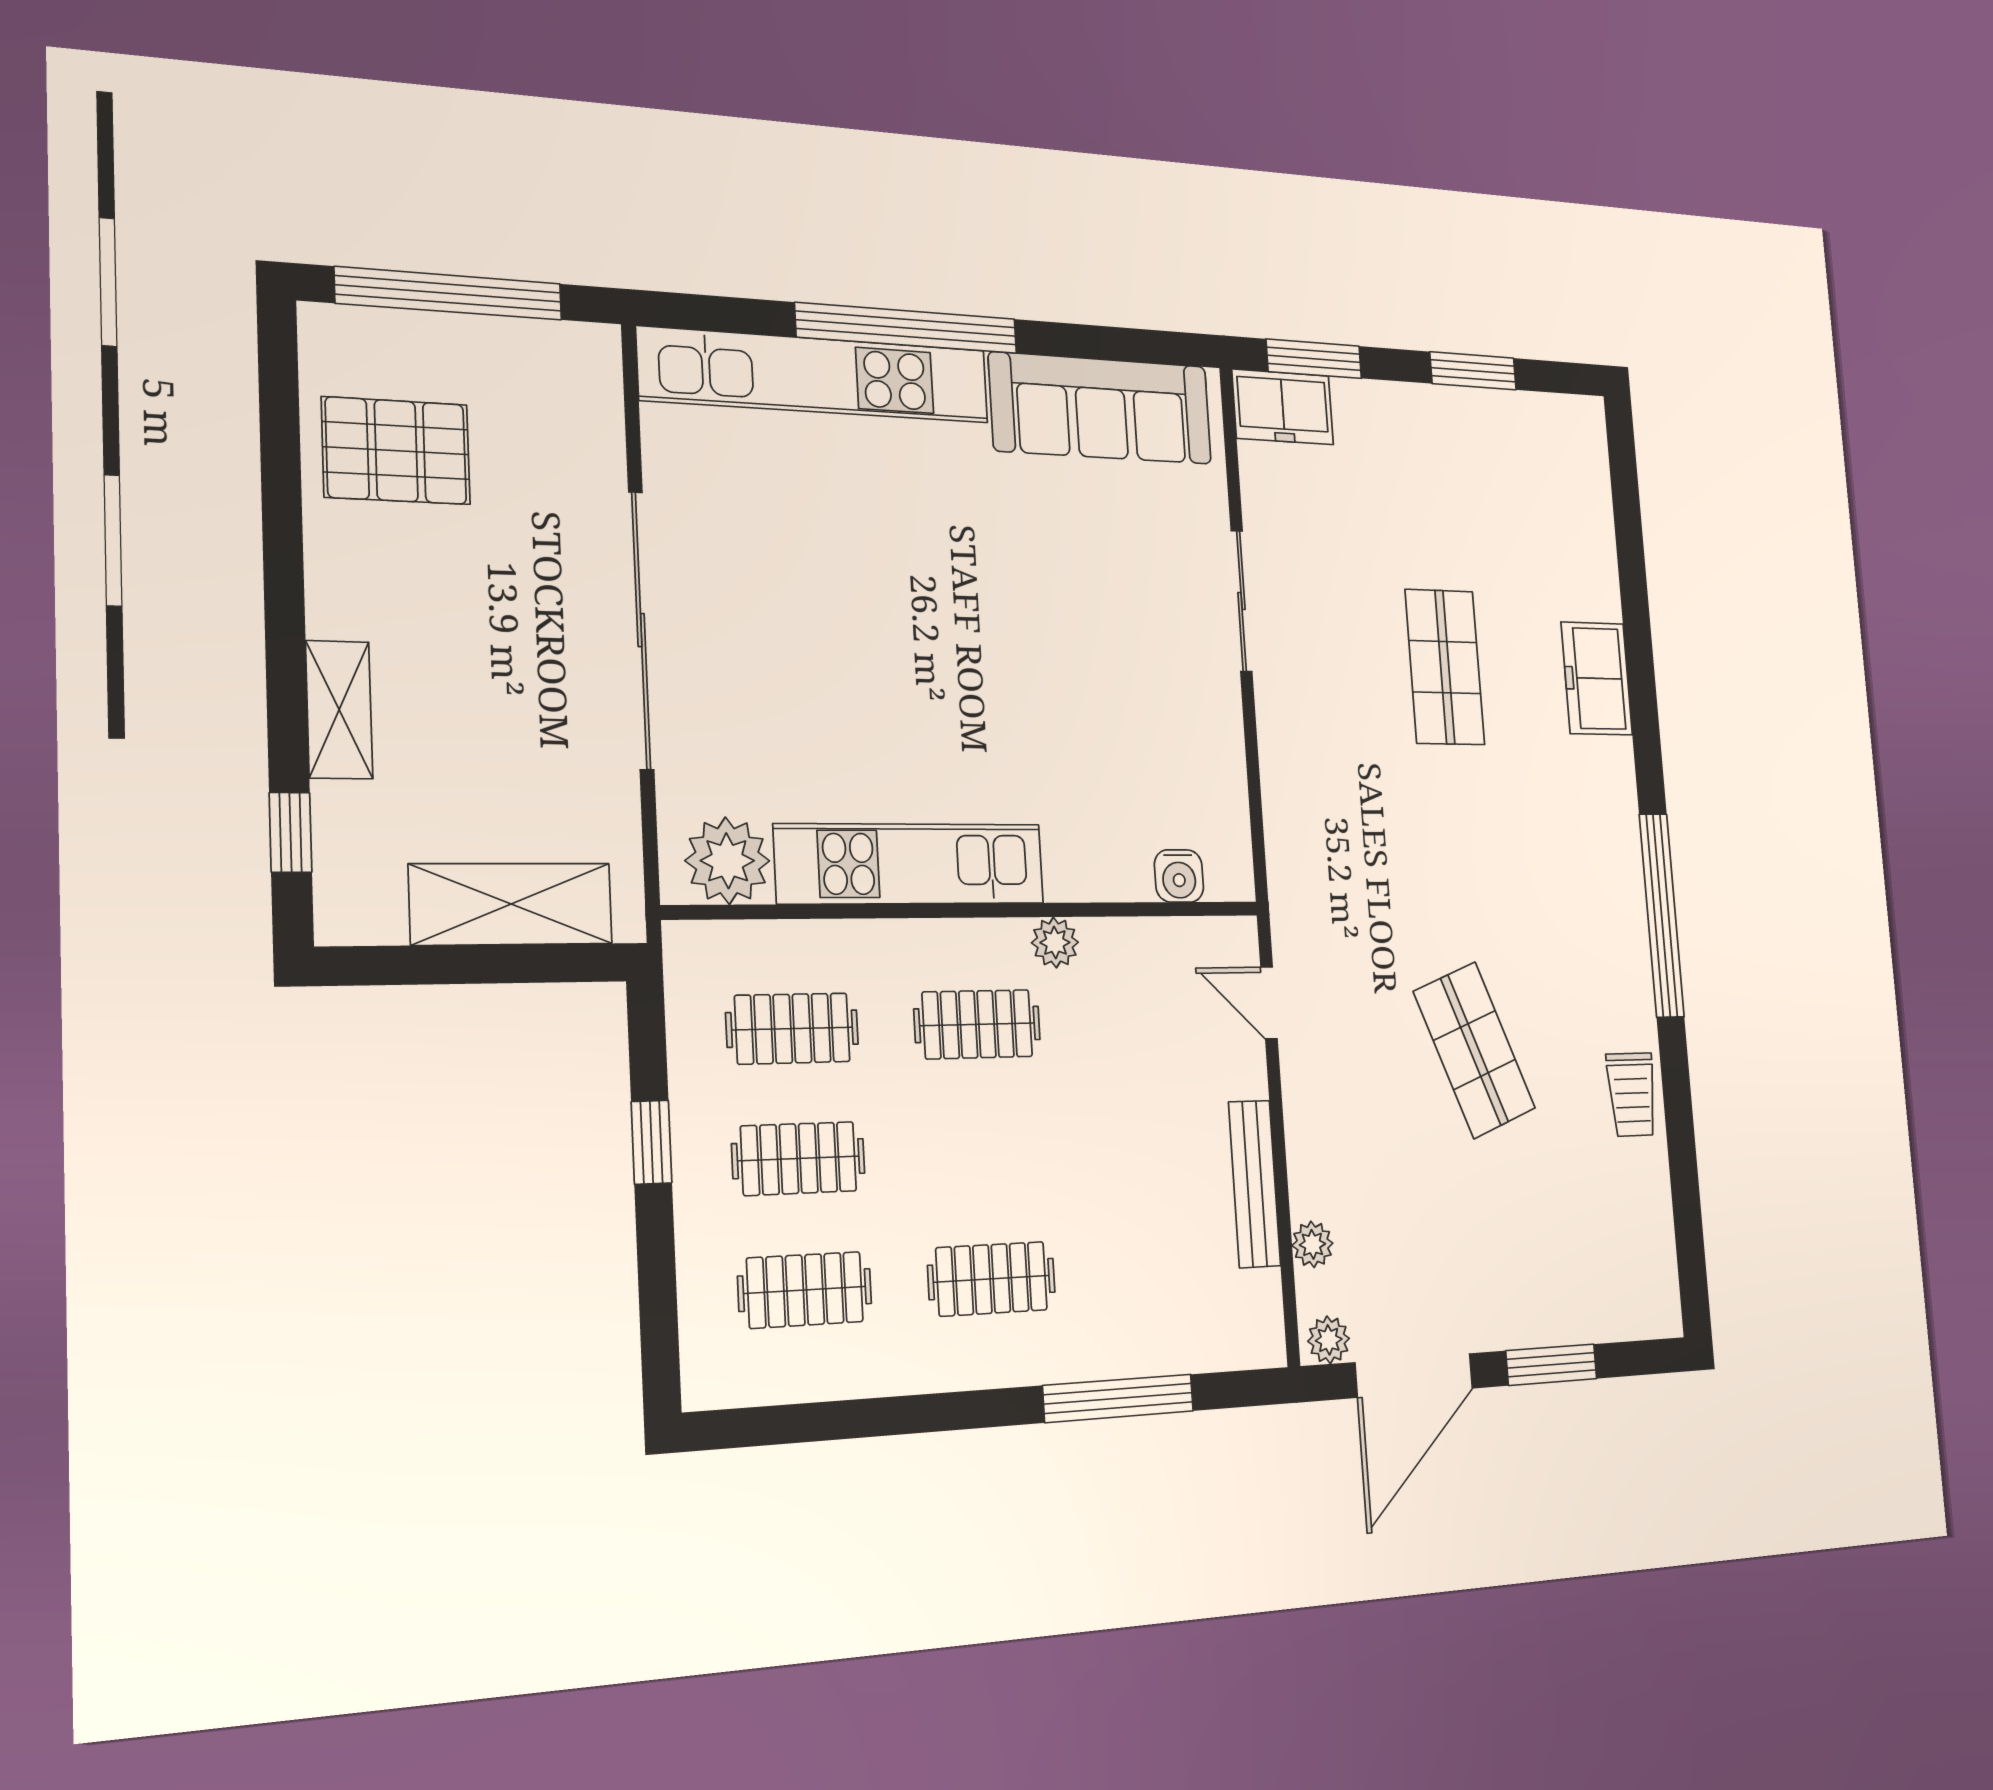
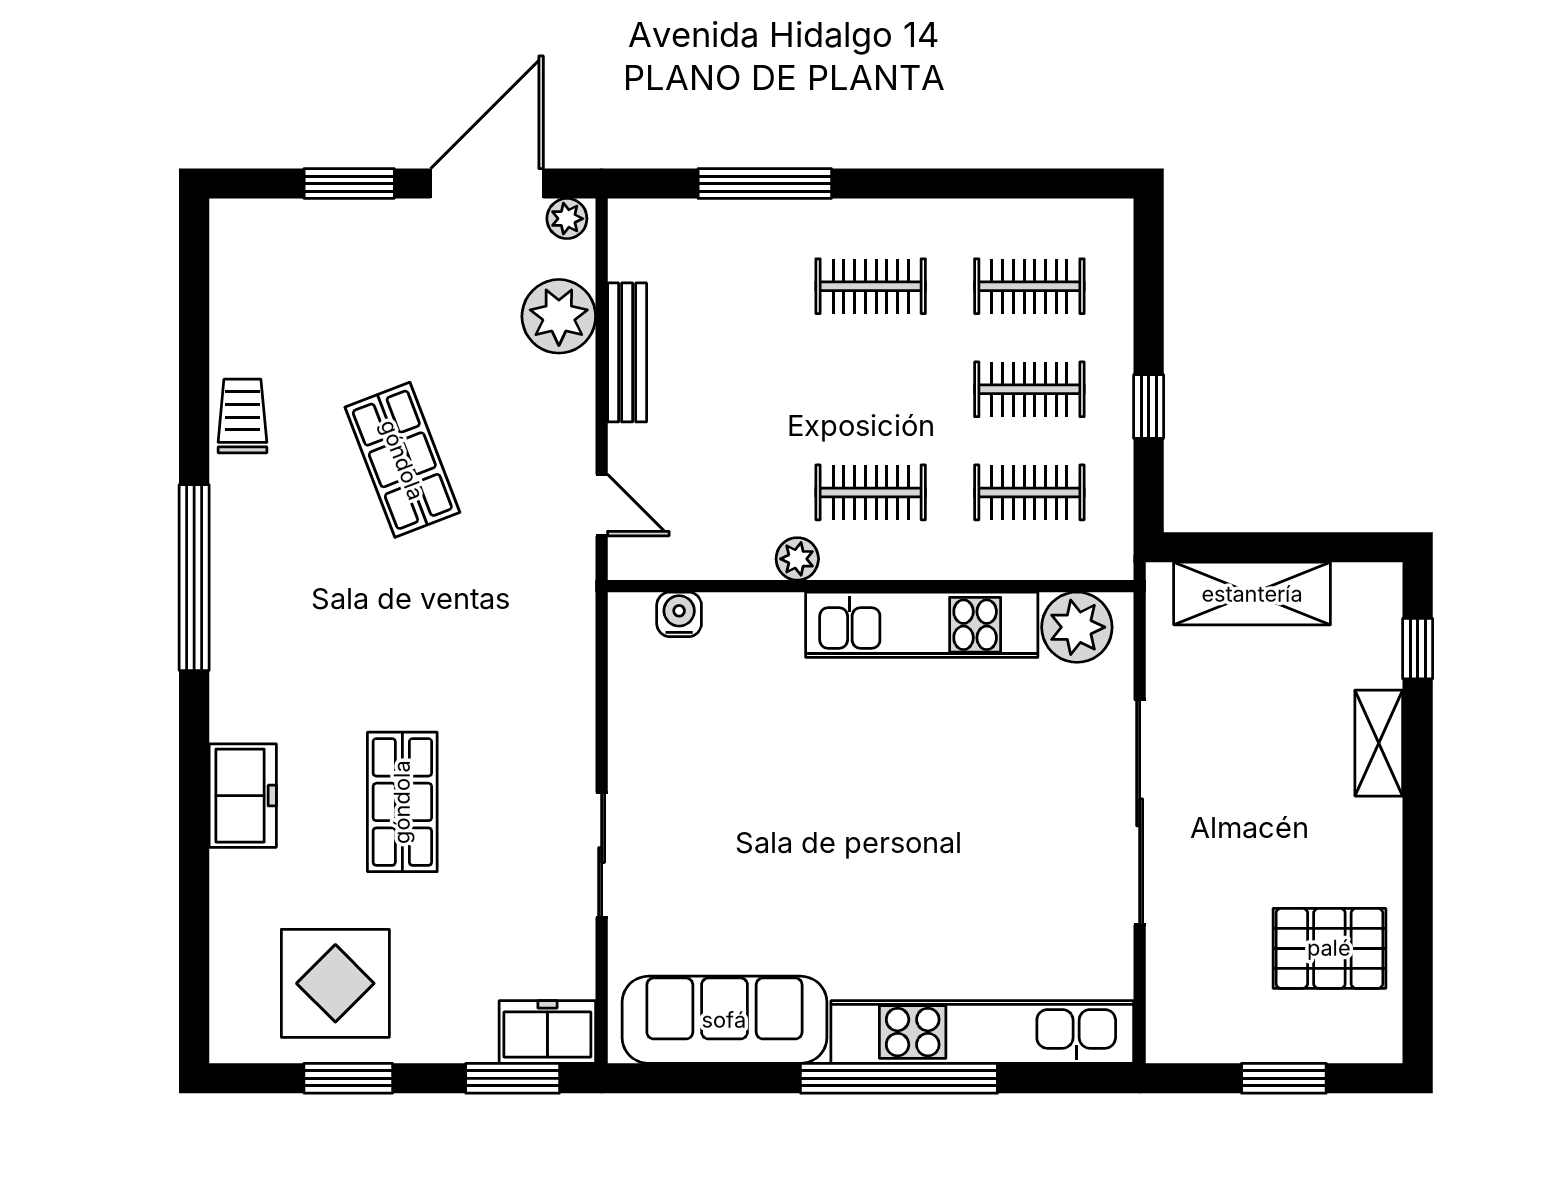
window: (449, 293) -> (1284, 1078), width x0.47
display table: (1494, 473) -> (335, 983), added
plant: (1312, 1244) -> (559, 316), width x1.88, depth x1.88

